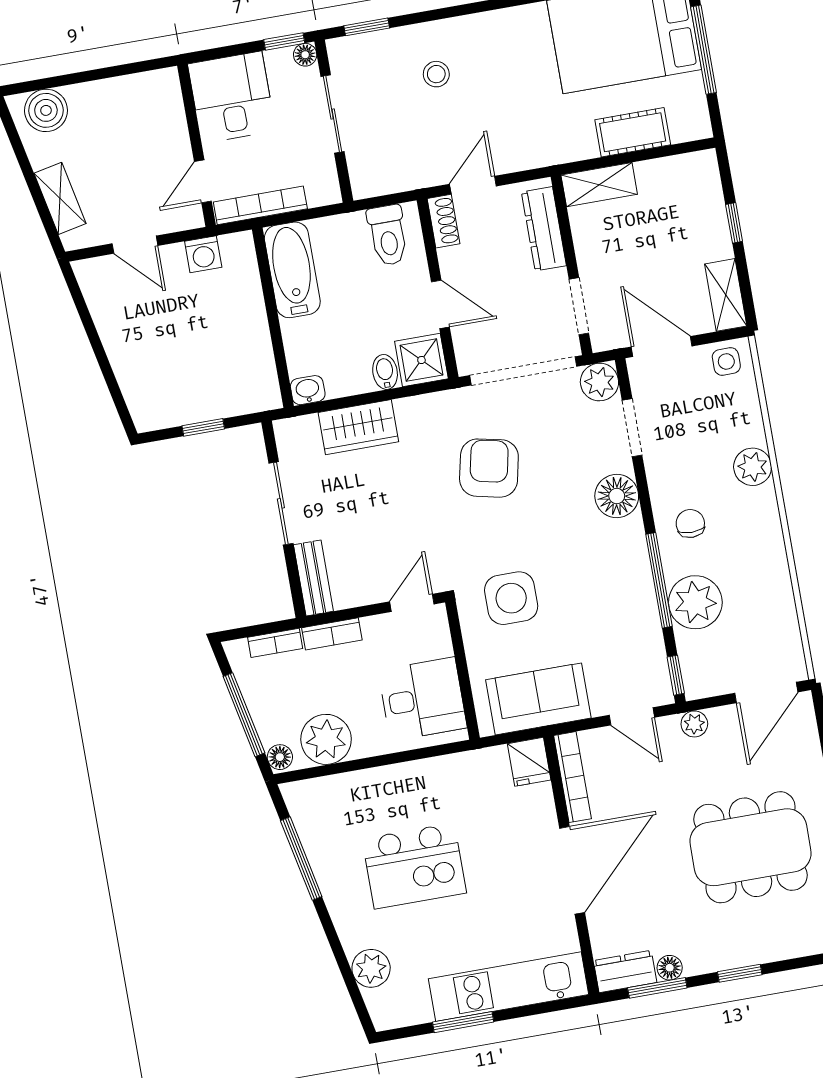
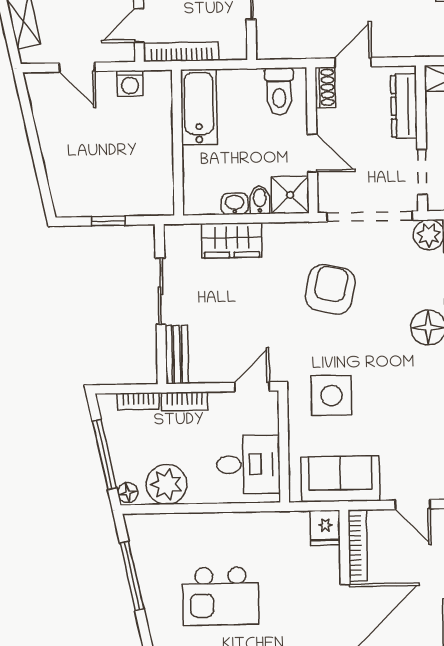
washbasin: (308, 390) -> (235, 204), moved

